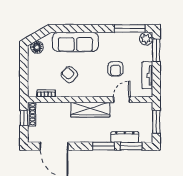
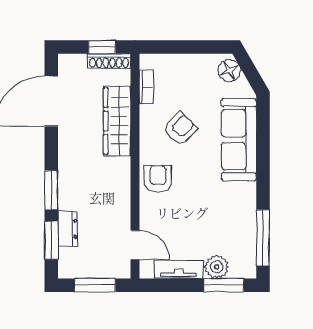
plant: (146, 39) -> (217, 267), moved
armchair: (115, 69) -> (158, 179), moved, turned 90
door: (122, 100) -> (135, 245), moved
wardrobe: (90, 110) -> (117, 121), moved
dresser: (125, 137) -> (68, 229), width x0.70

